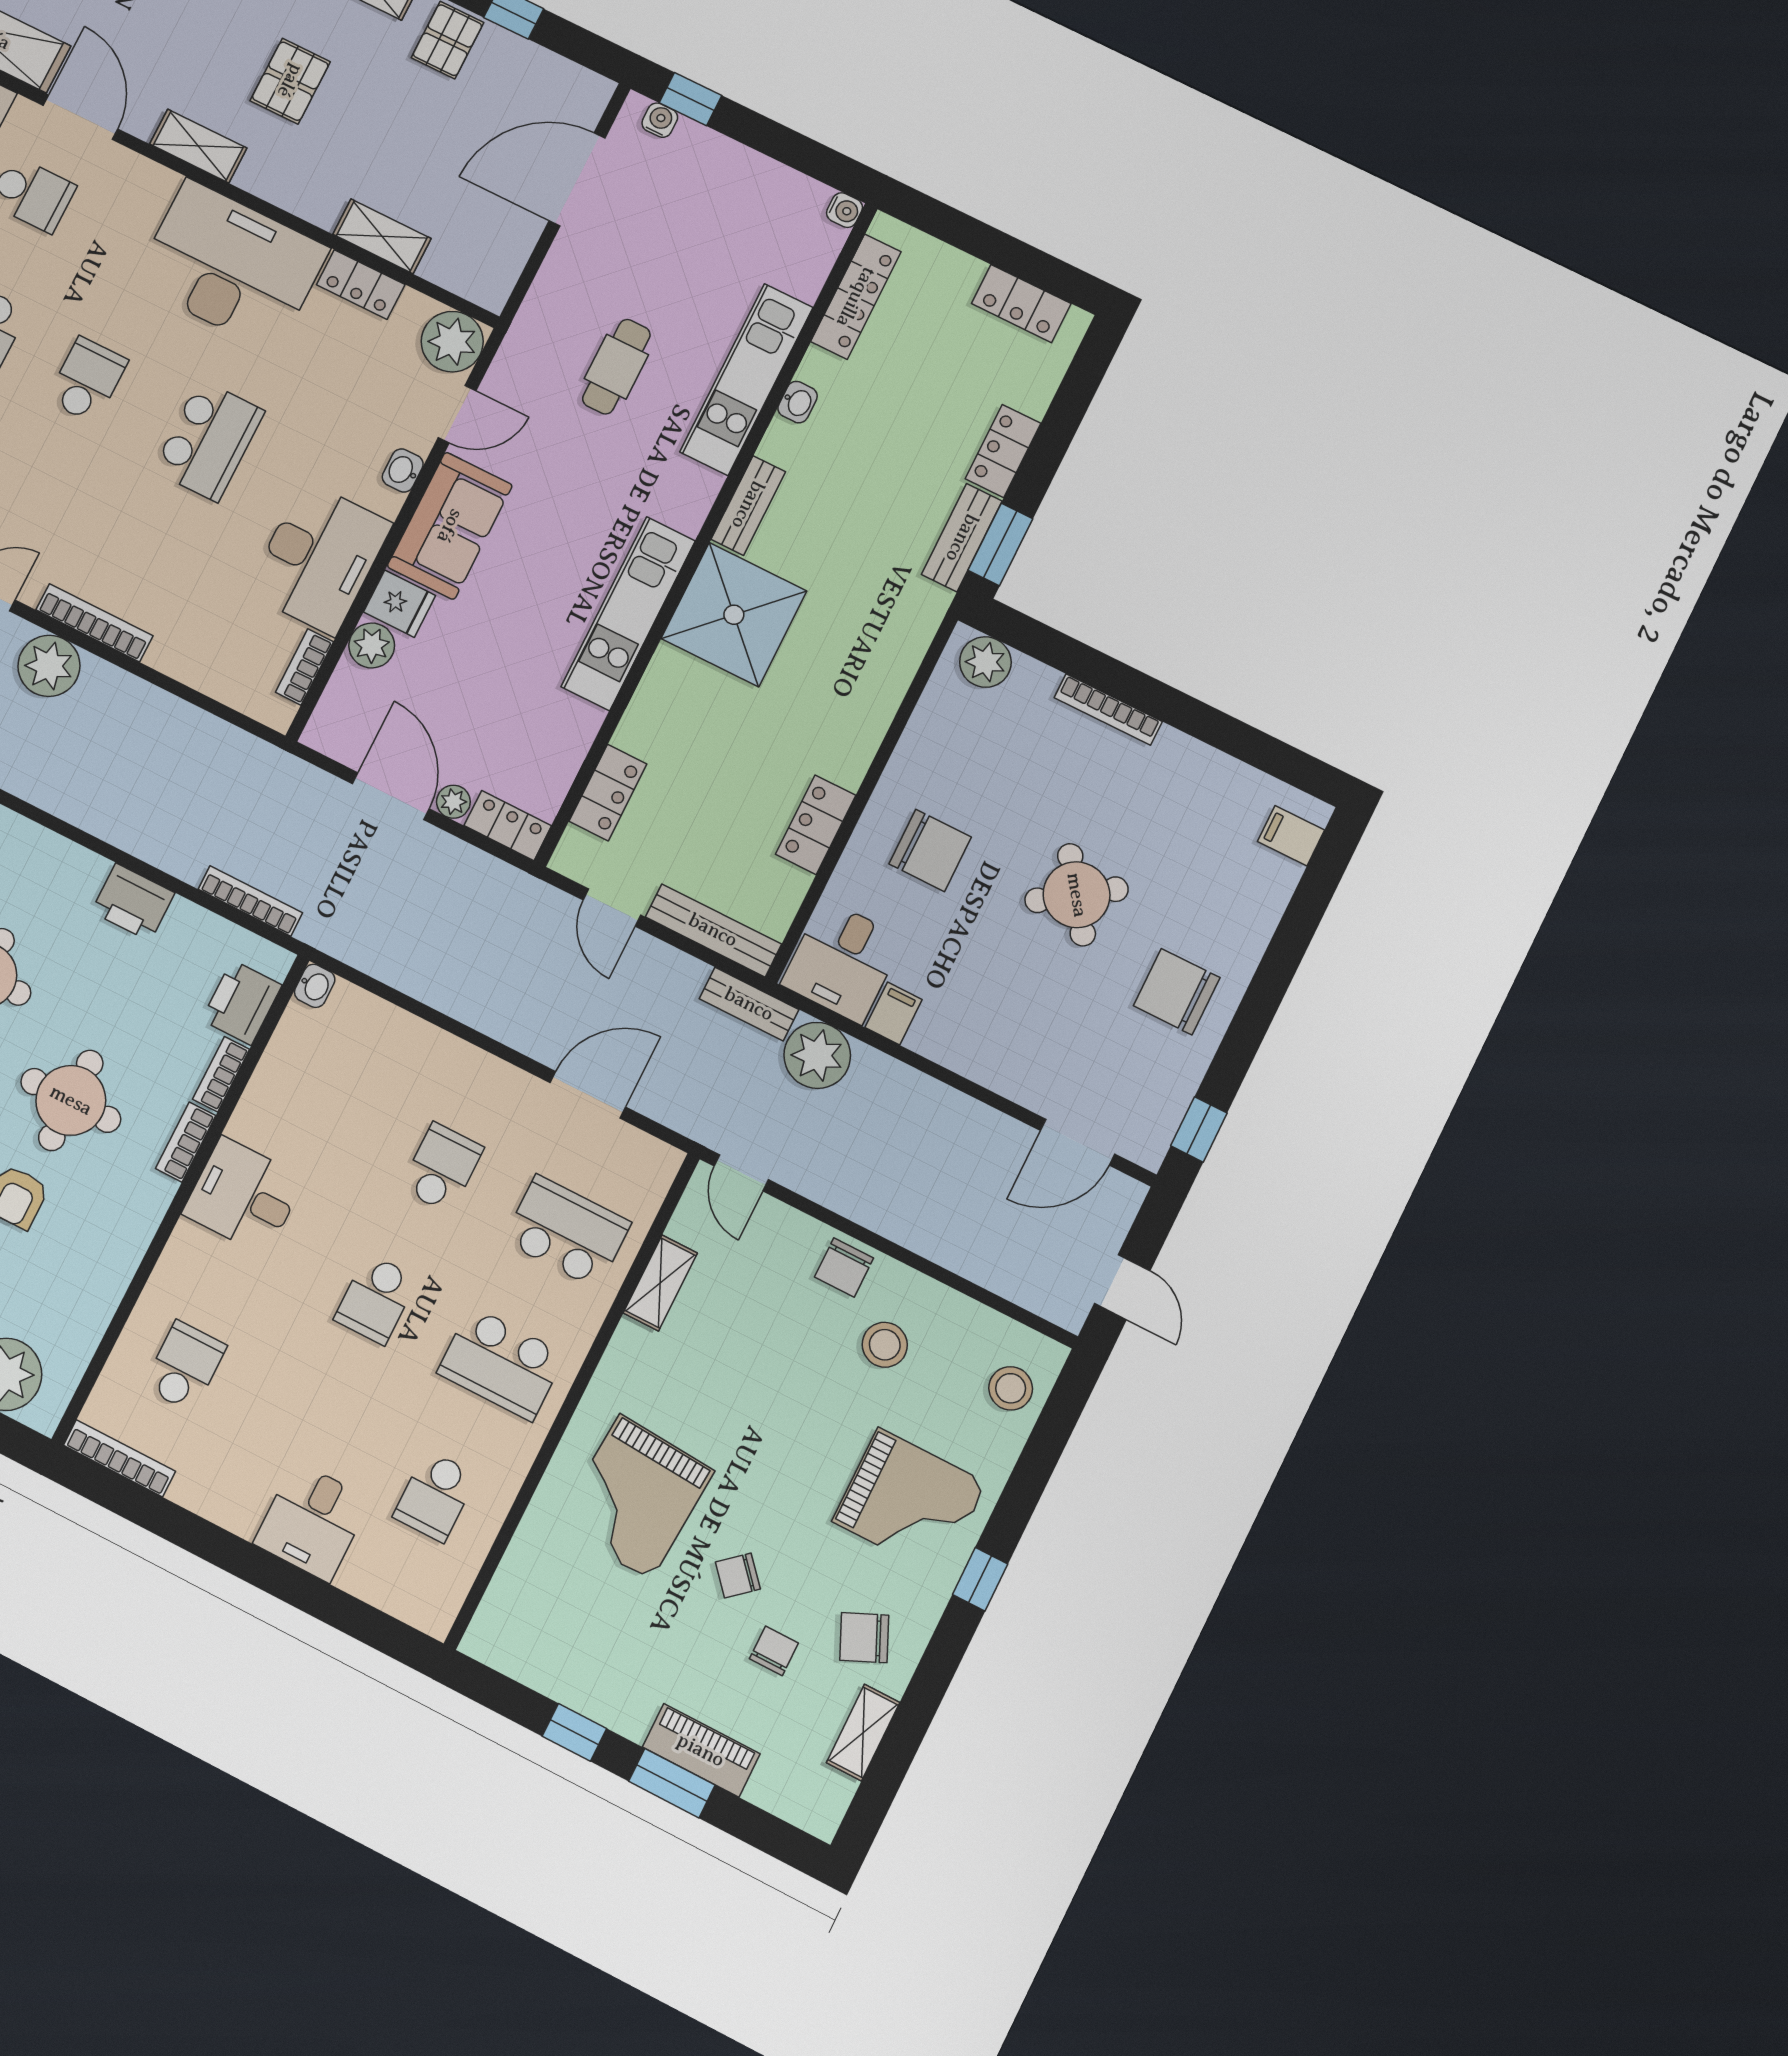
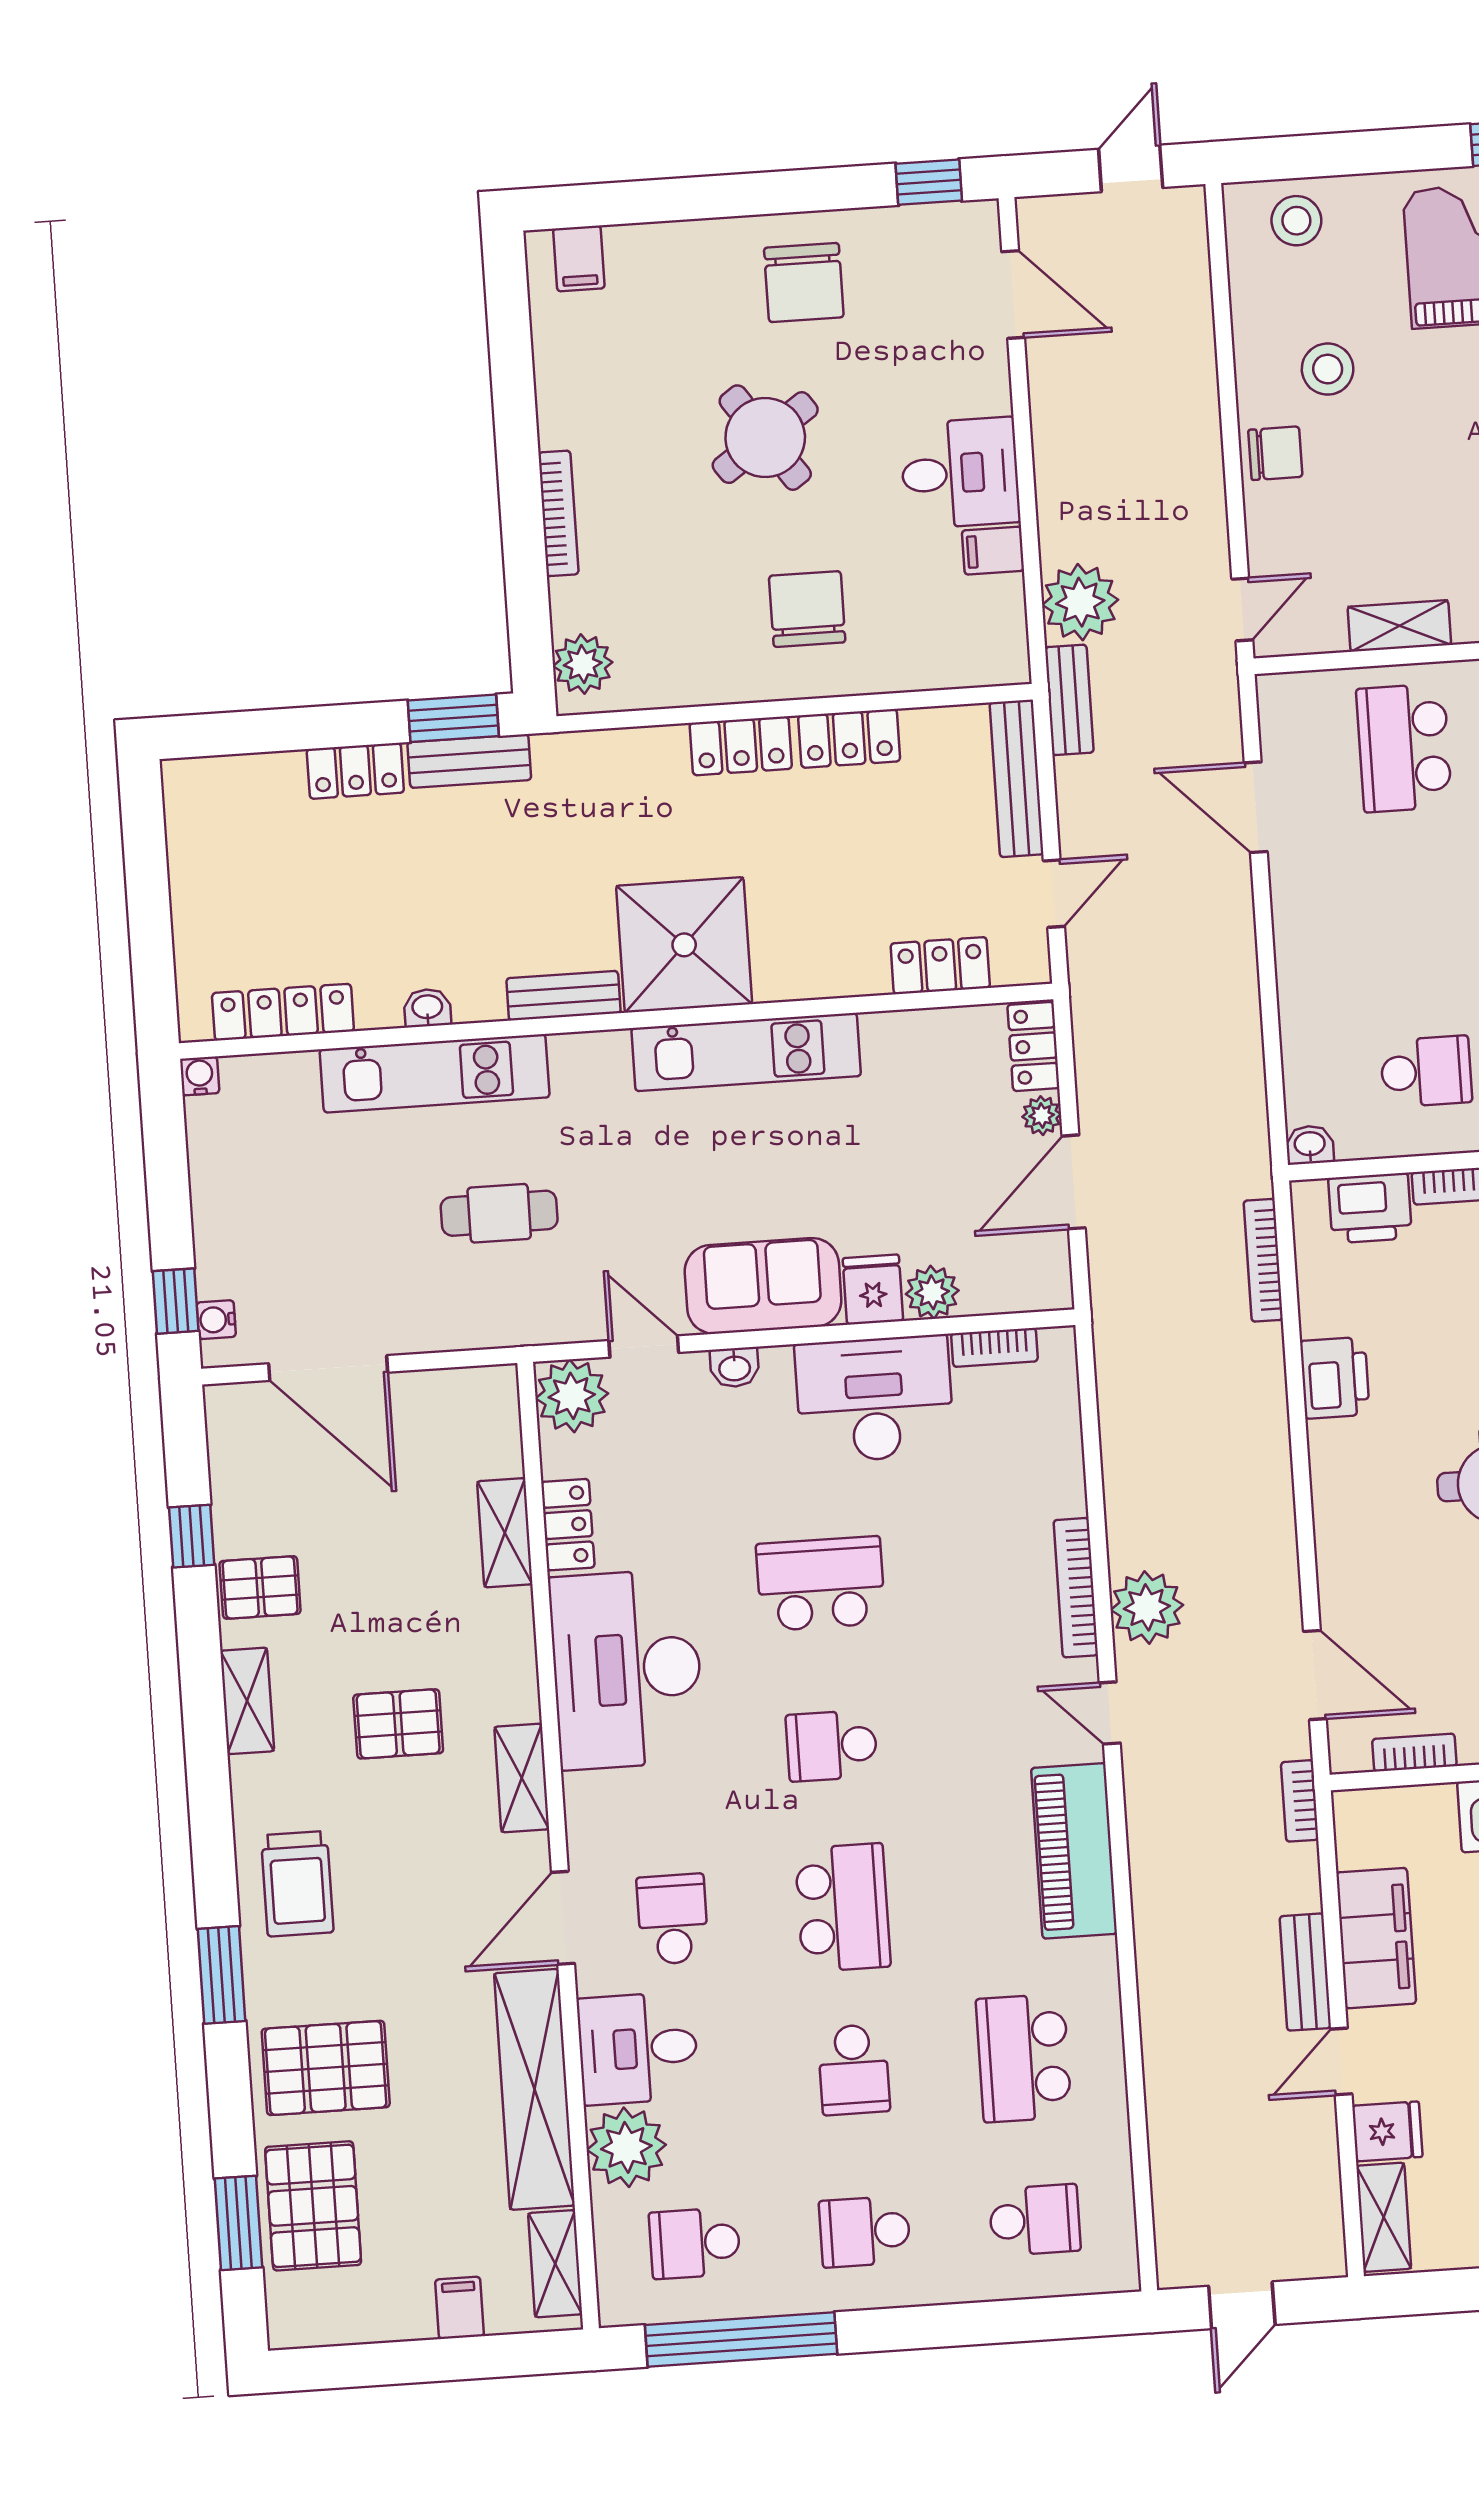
locker: (1021, 304) -> (741, 746), moved, turned 90
desk: (842, 961) -> (960, 473), moved
school desk: (442, 1168) -> (1426, 1071), moved, turned 180

